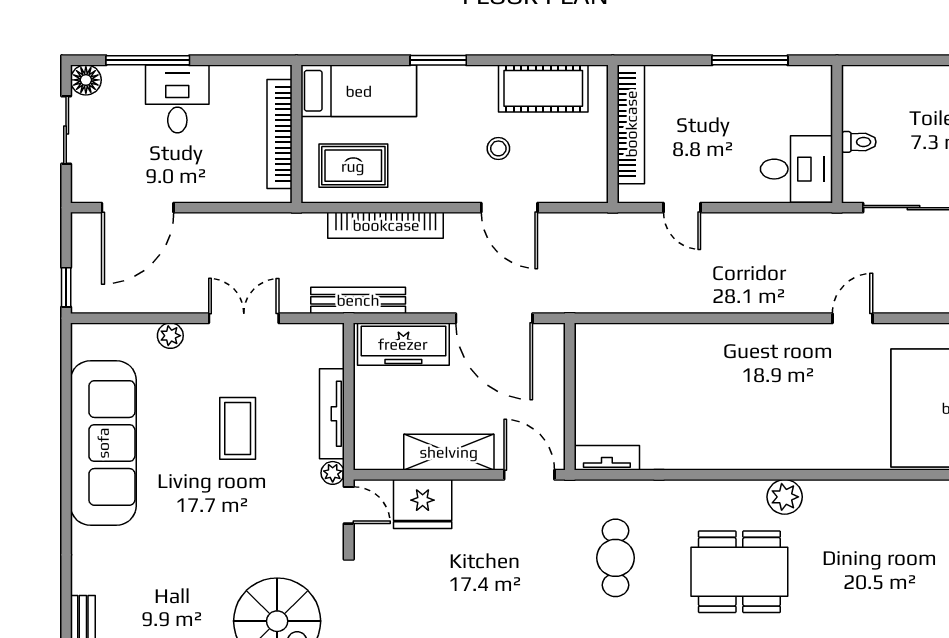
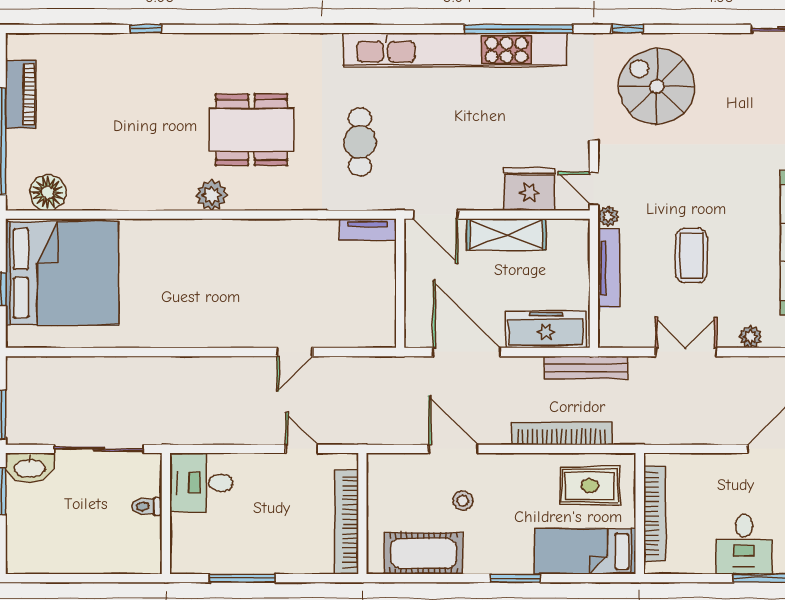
double door: (244, 318) -> (686, 352), swing flipped
door: (853, 318) -> (295, 352), moved

